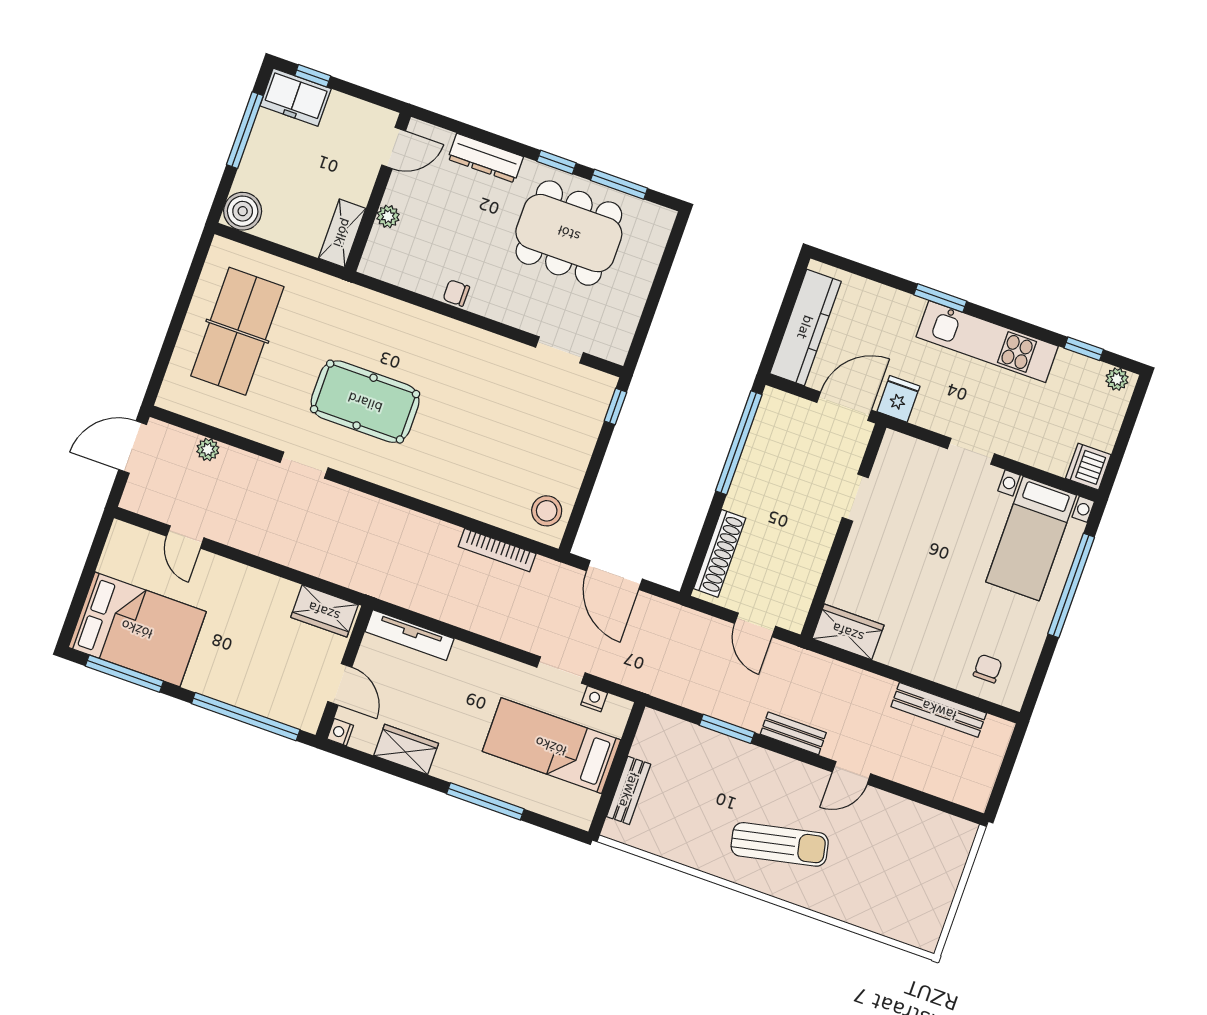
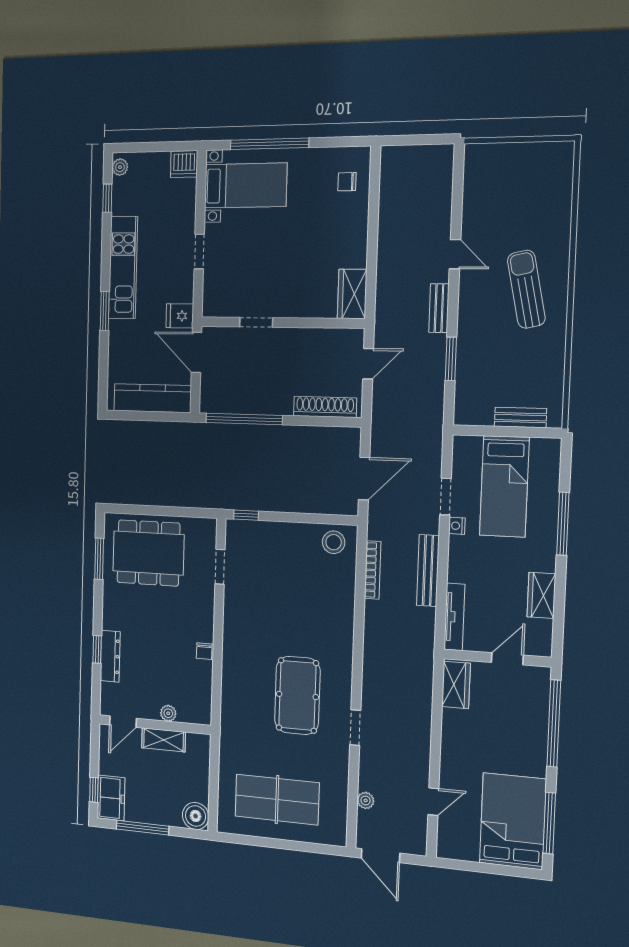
door: (394, 148) -> (123, 722), swing flipped
window: (557, 162) -> (97, 649), moved
shelving: (342, 233) -> (164, 740), moved
dining table: (569, 233) -> (148, 553), moved, turned 90
nightstand: (594, 699) -> (457, 526), moved
bench: (939, 710) -> (428, 570), moved
nightstand: (340, 732) -> (544, 649), removed

